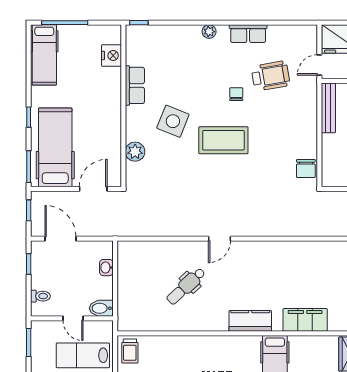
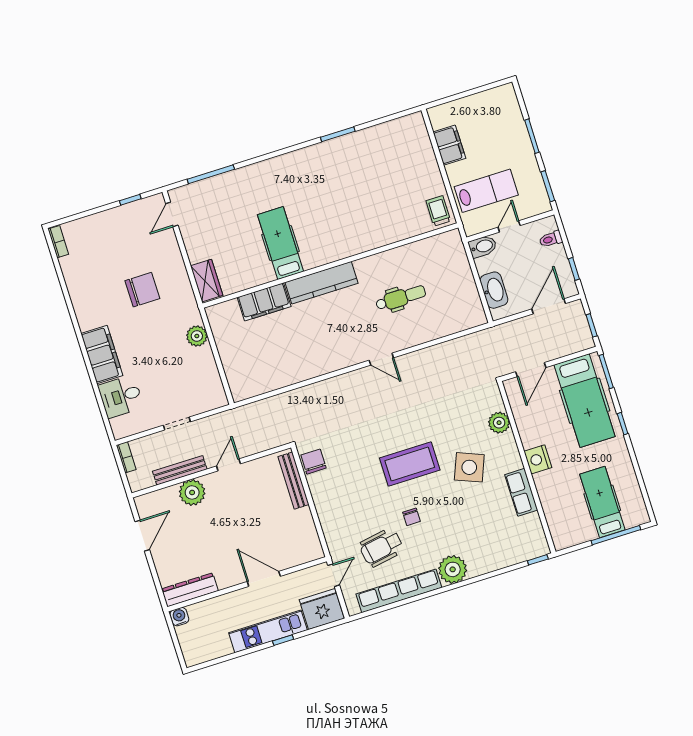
plant: (209, 32) -> (453, 569), width x1.88, depth x1.88
row of seats: (248, 34) -> (399, 591), width x2.02
hospital bed: (44, 55) -> (602, 502), moved
nightstand: (112, 56) -> (538, 459), moved
bench: (328, 108) -> (293, 481), moved
door: (61, 239) -> (549, 306), swing flipped
door: (219, 239) -> (381, 359), swing flipped
washbasin: (106, 268) -> (494, 290), width x1.91, depth x1.45
dental chair: (186, 286) -> (401, 298), turned 43
door: (73, 318) -> (509, 226), hinge flipped
kitchen counter: (250, 321) -> (322, 283), width x1.50

